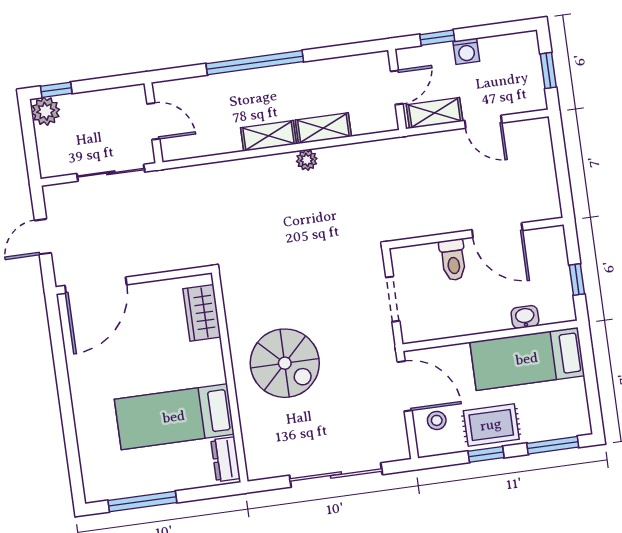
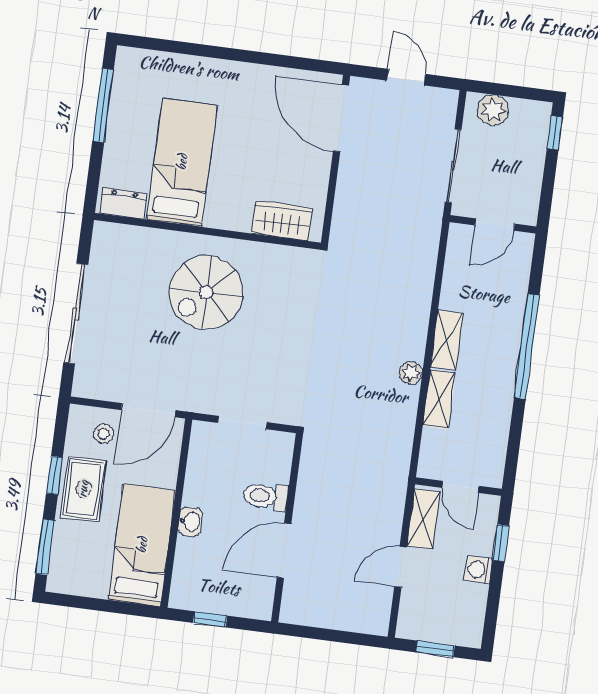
plant: (46, 111) -> (493, 110), moved
washbasin: (525, 317) -> (190, 522), moved

